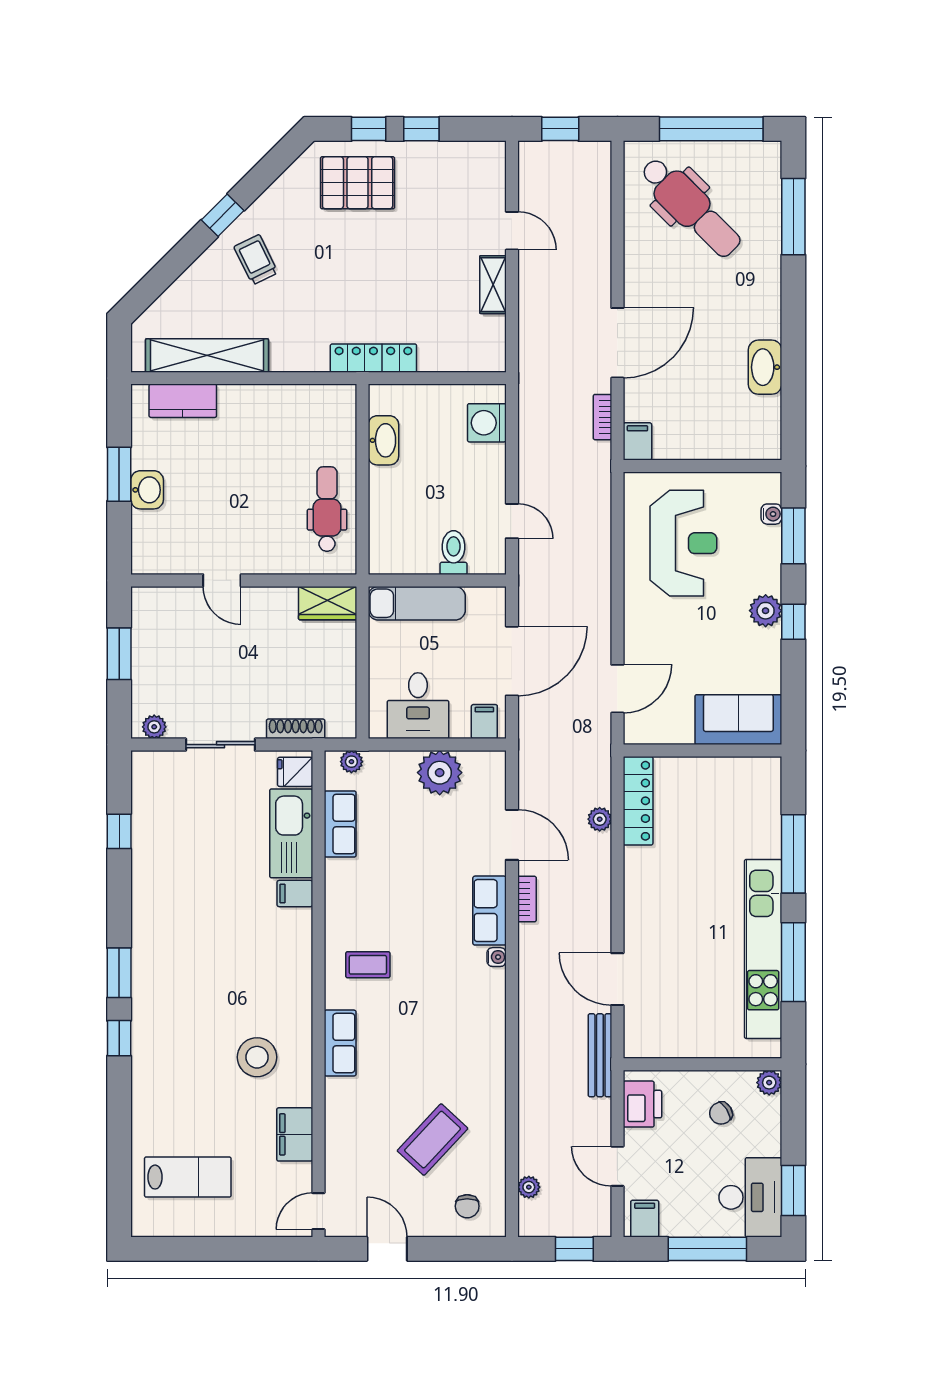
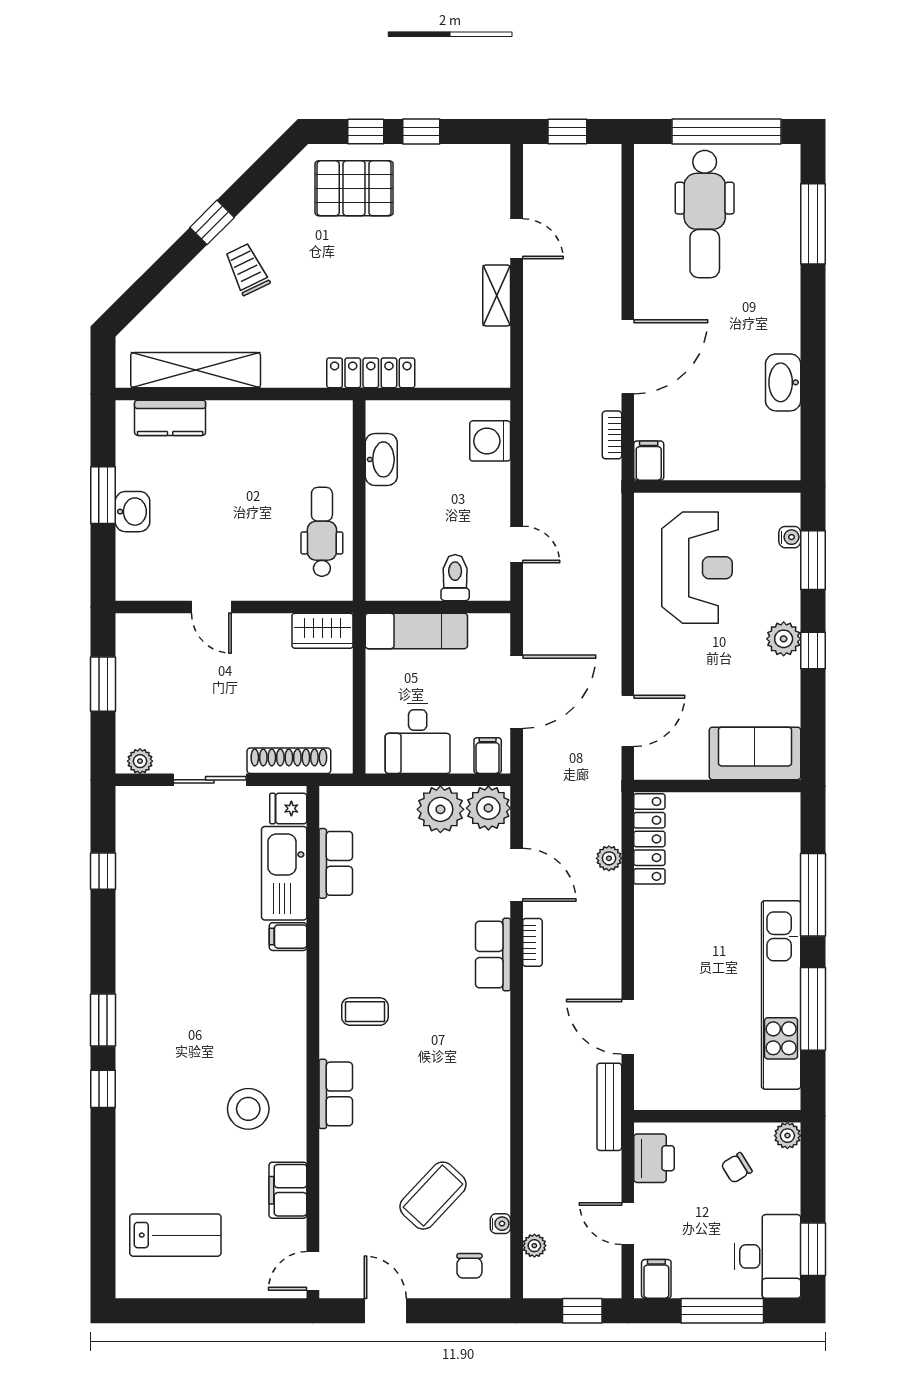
dental chair: (691, 207) -> (705, 214), turned 45
shoe rack: (296, 729) -> (289, 761), width x1.36, depth x1.24
plant: (351, 762) -> (488, 808), moved, width x1.87, depth x1.87
water cooler: (497, 957) -> (500, 1224), moved

